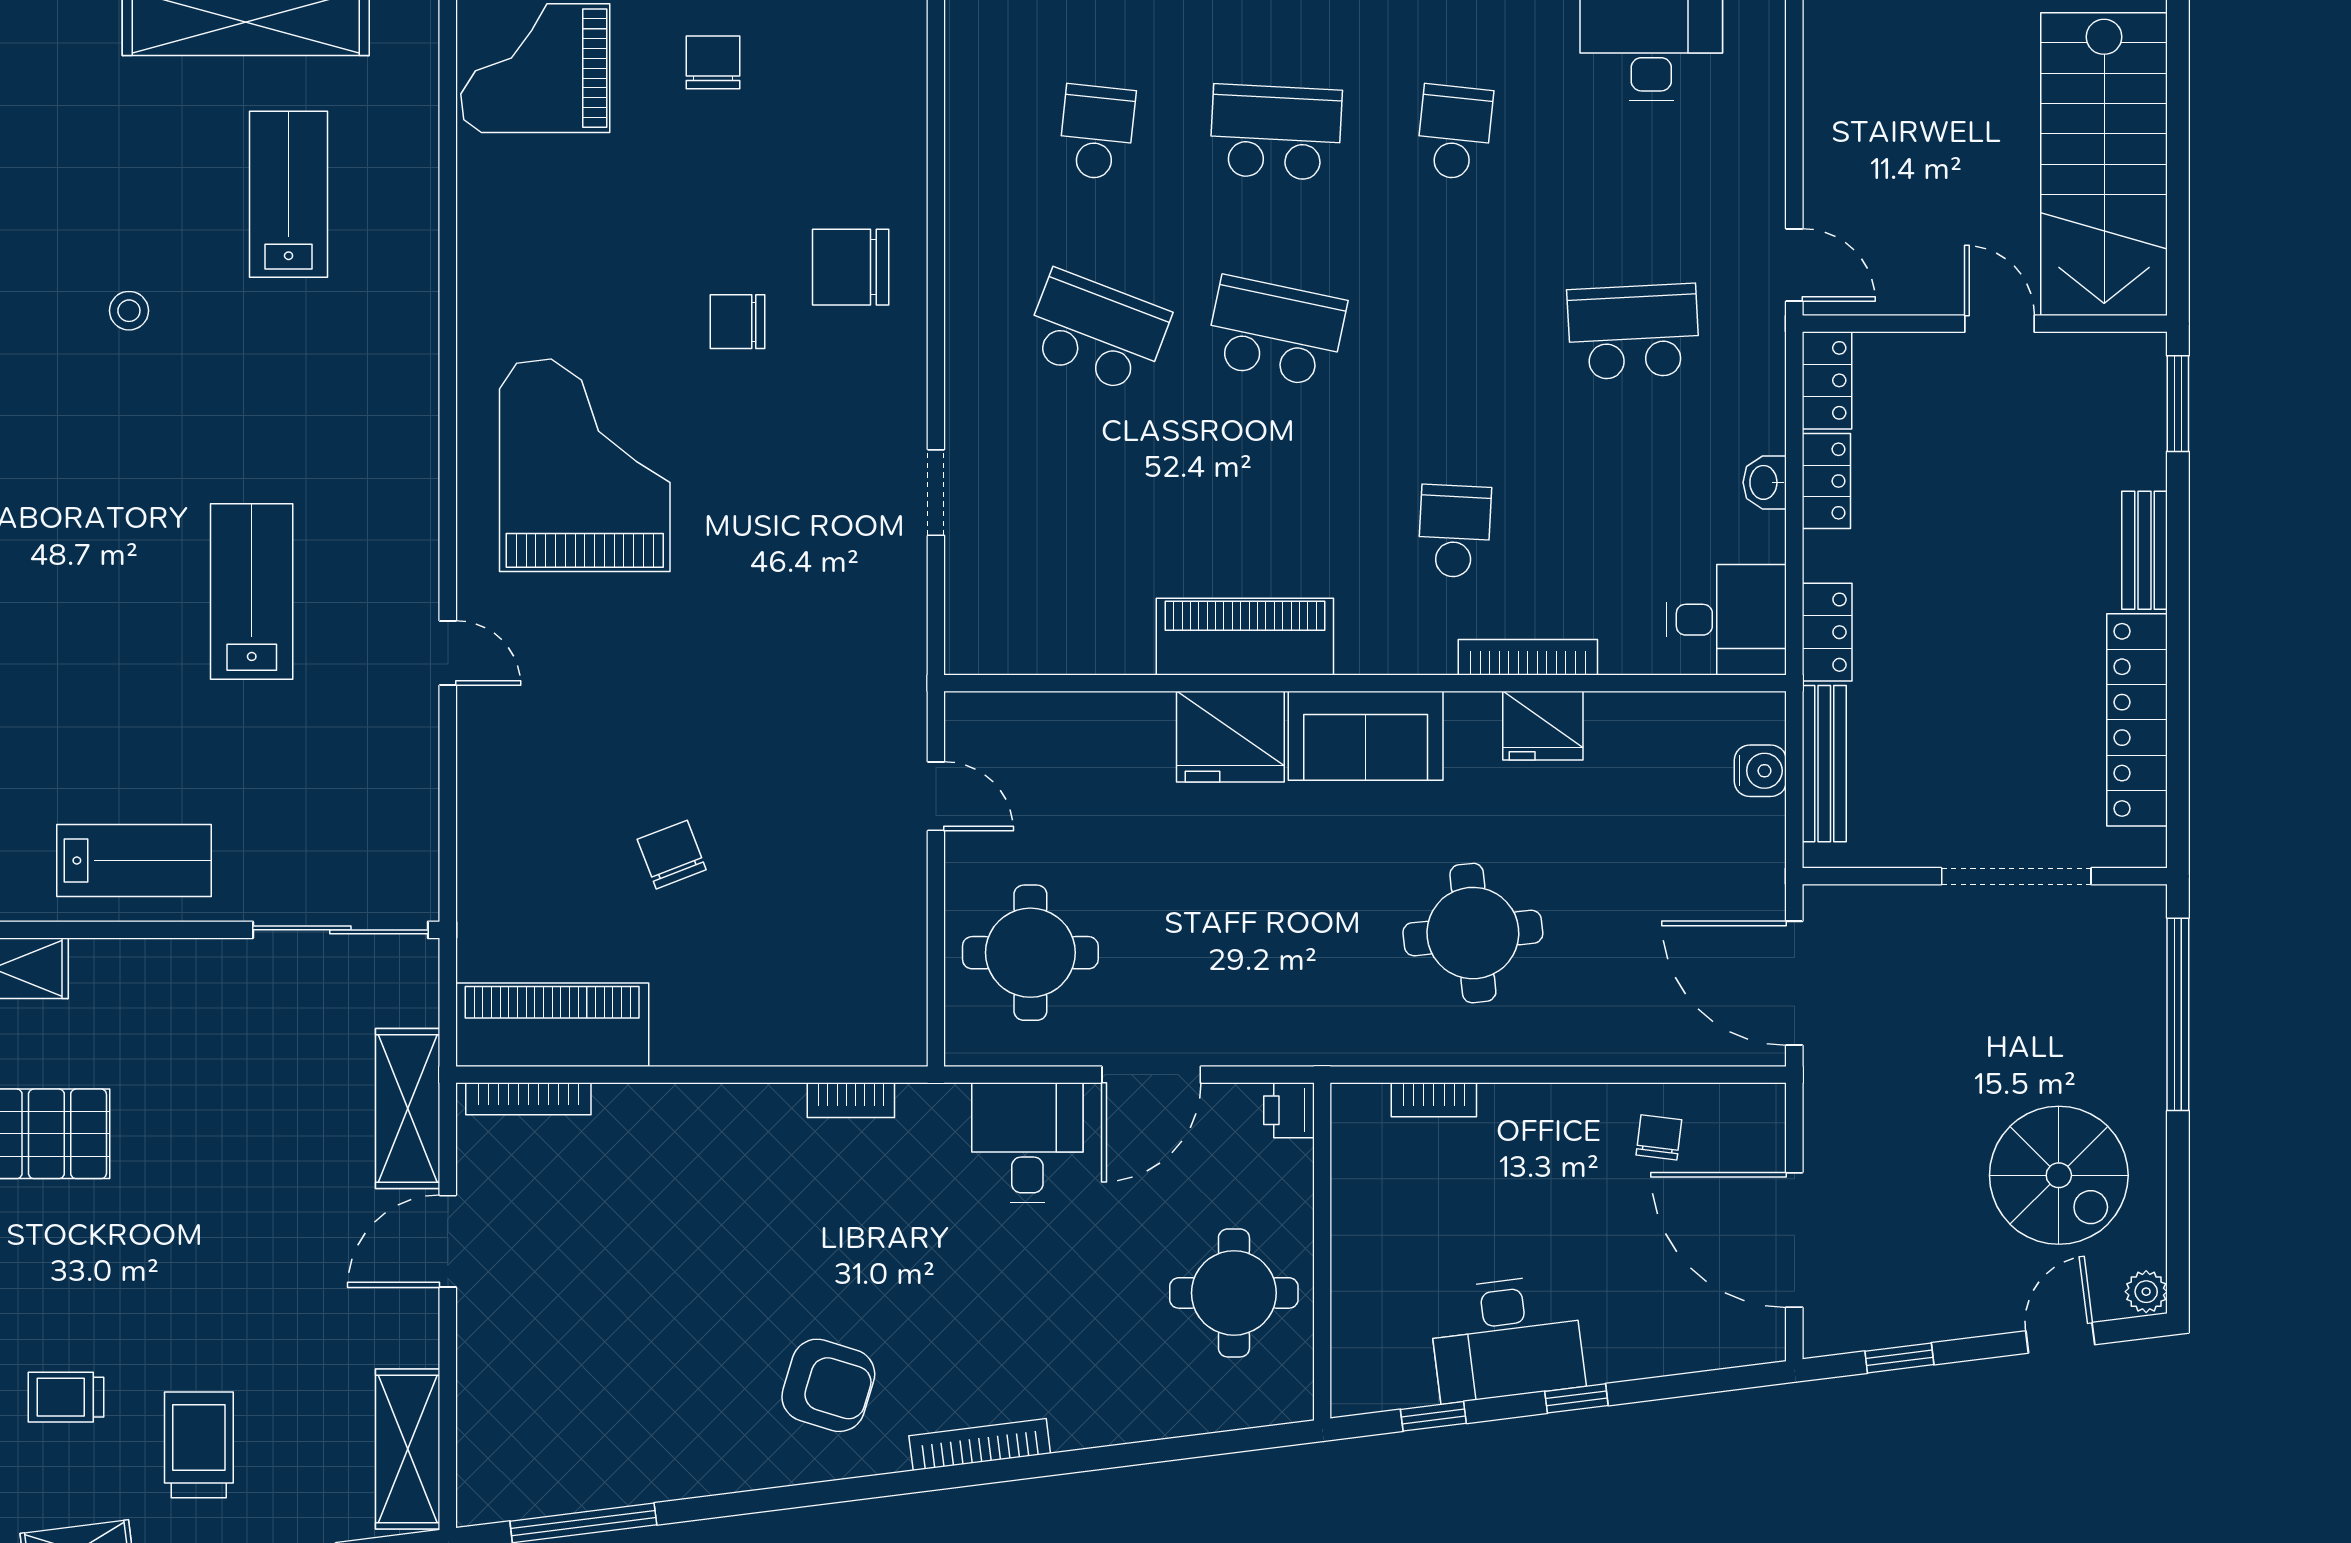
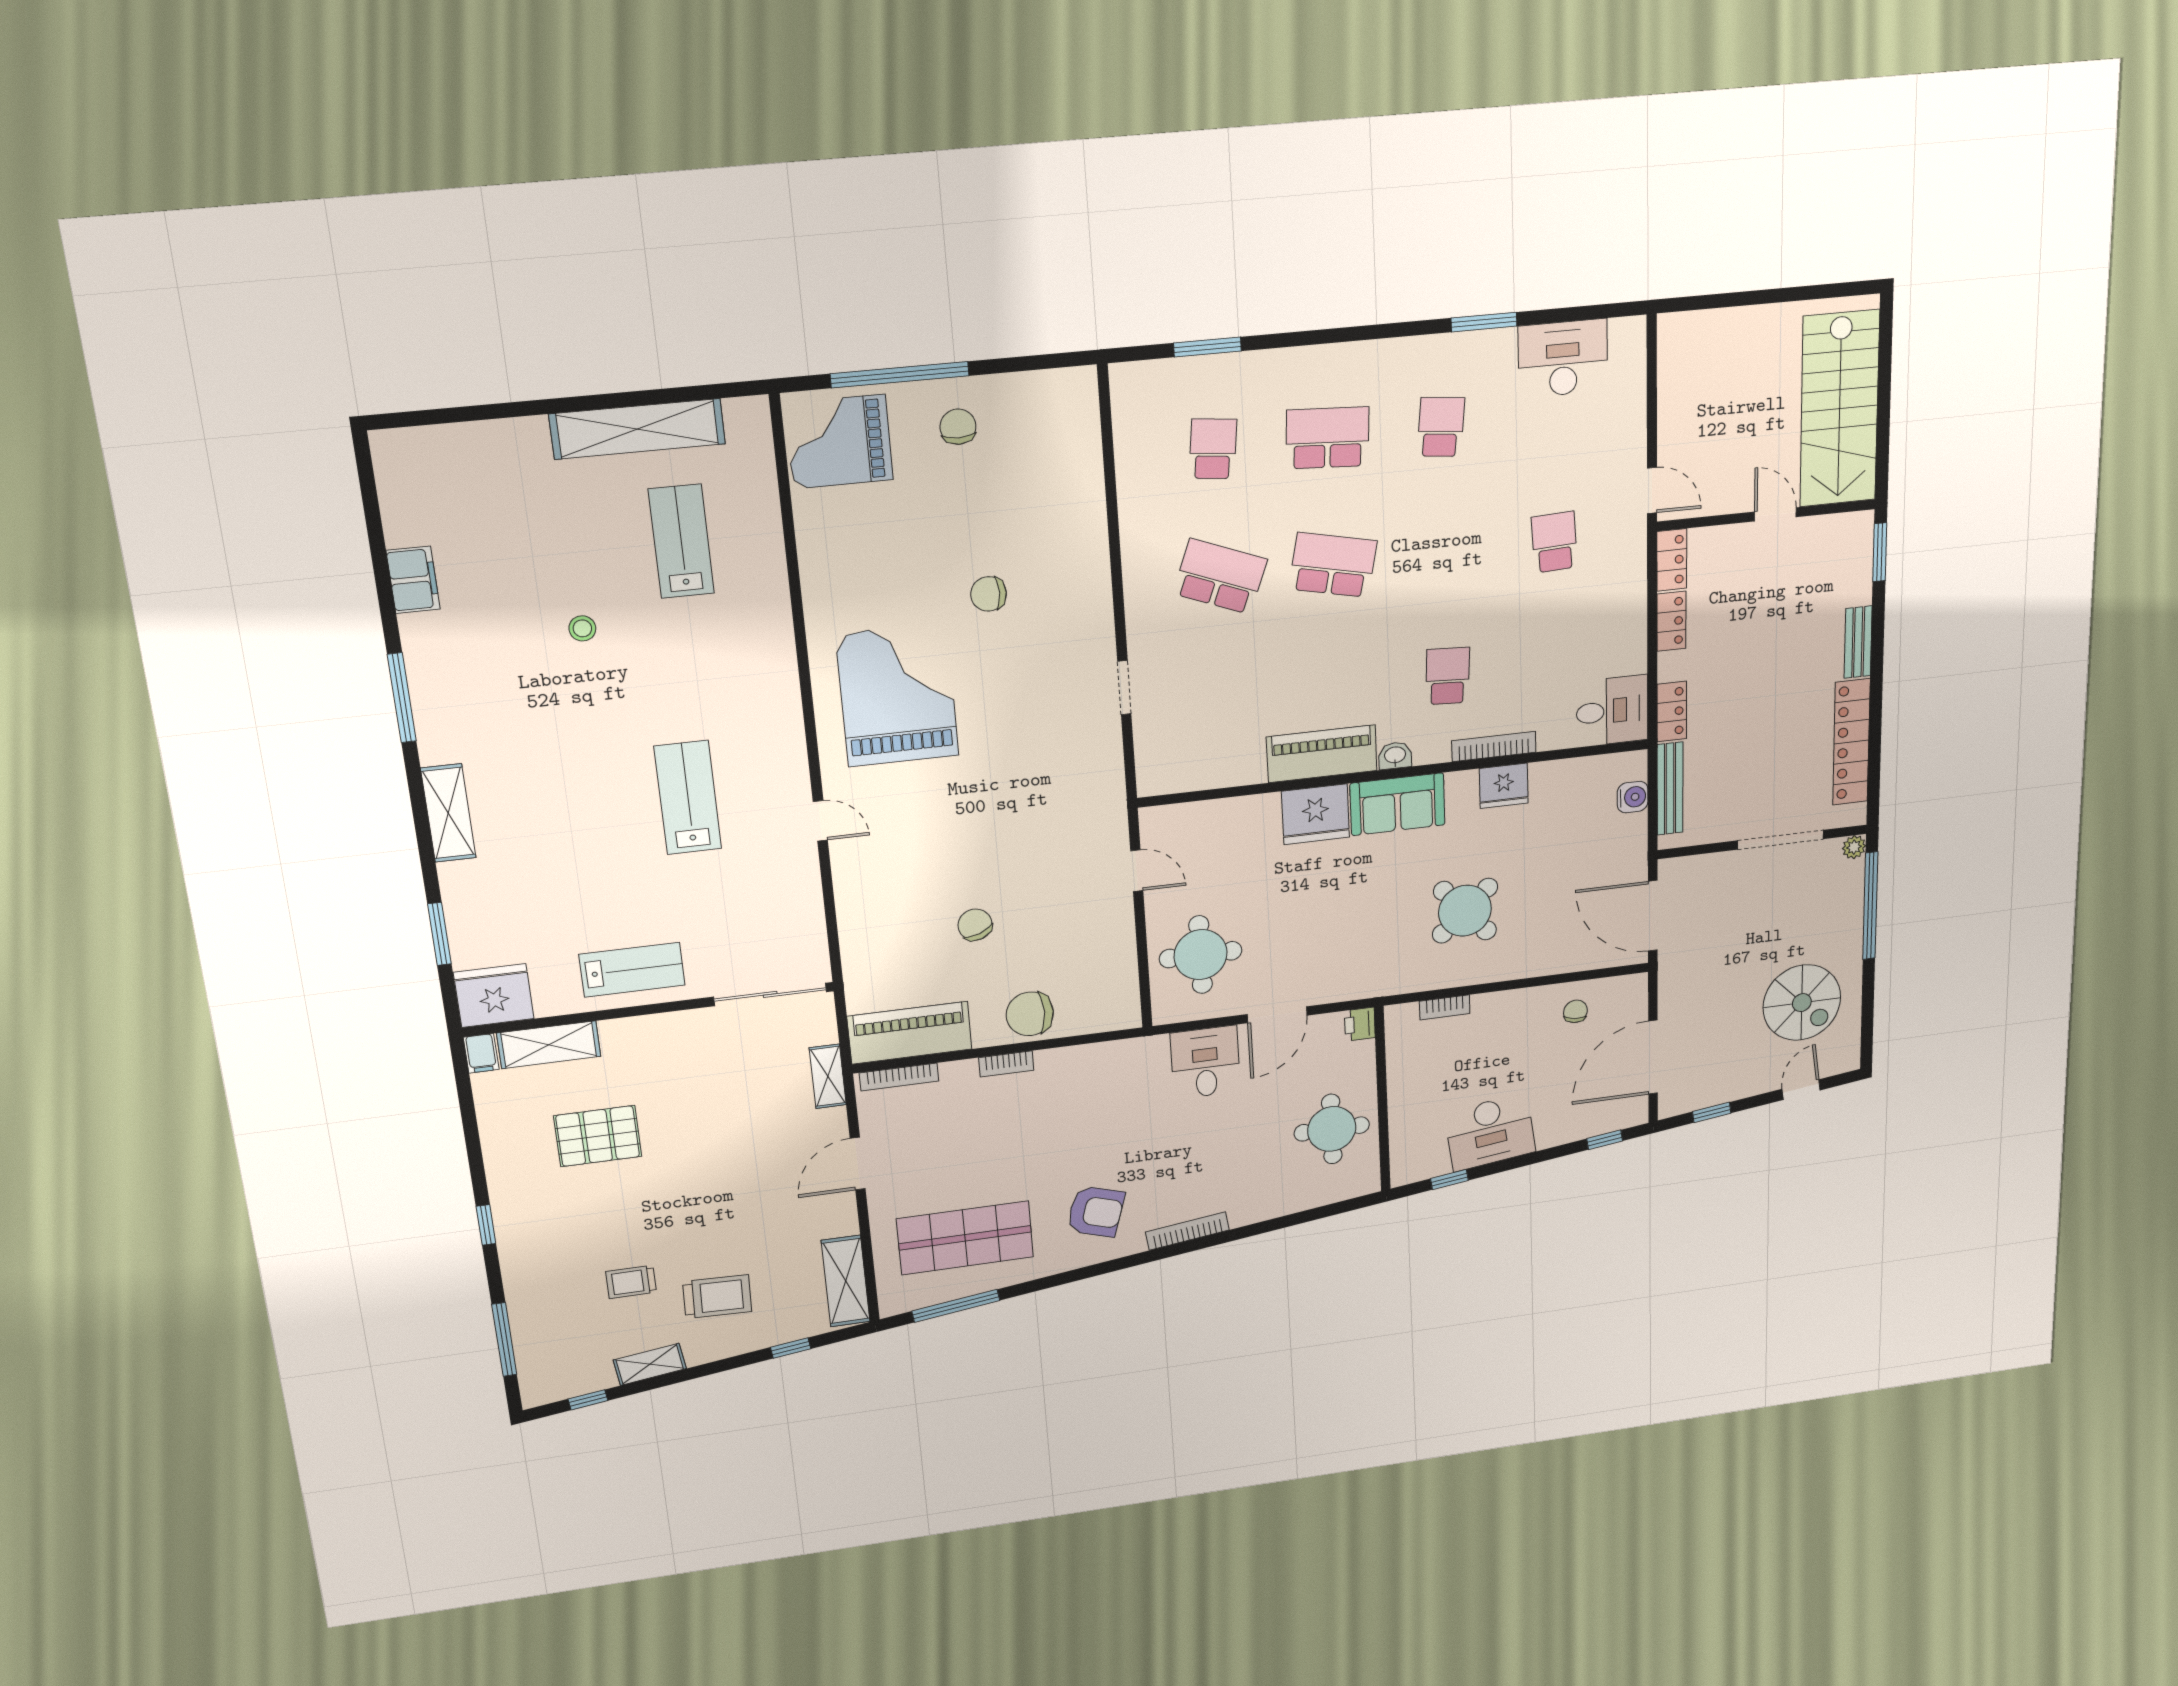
chair: (851, 267) -> (1030, 1014), moved
school desk: (1633, 332) -> (1554, 542), width x0.54
washbasin: (1765, 482) -> (1395, 756), moved, turned 90
round table: (1473, 933) -> (1465, 911), turned -36
bookcase: (851, 1100) -> (1006, 1064), moved
shelving: (408, 1108) -> (828, 1076), width x0.67, depth x0.75
door: (1794, 1240) -> (1653, 1057), hinge flipped
plant: (2146, 1292) -> (1854, 847), moved
window: (1576, 1398) -> (1605, 1140), moved
shop shelf: (609, 1401) -> (965, 1238), added
trolley: (199, 1445) -> (717, 1297), turned 92

